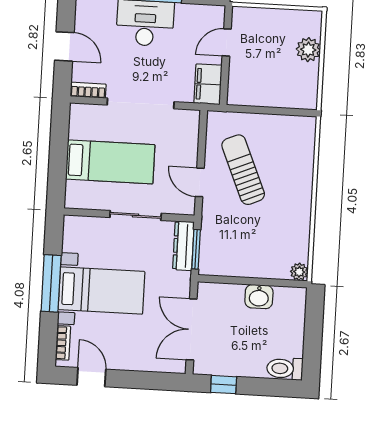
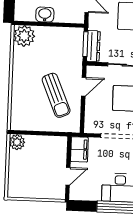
plant: (308, 50) -> (17, 142), moved
door: (200, 182) -> (84, 87), hinge flipped
plant: (299, 272) -> (24, 36), width x1.88, depth x1.88

